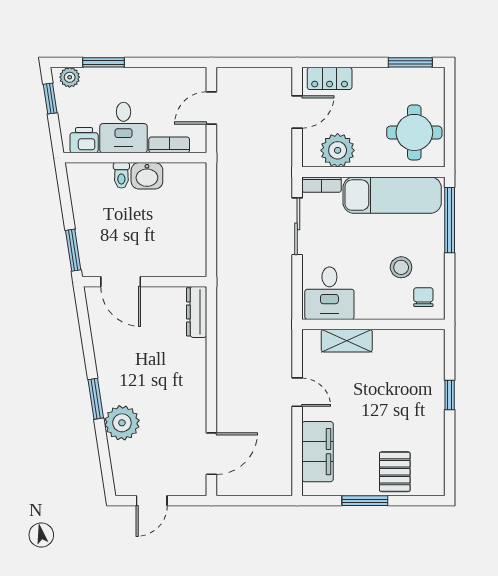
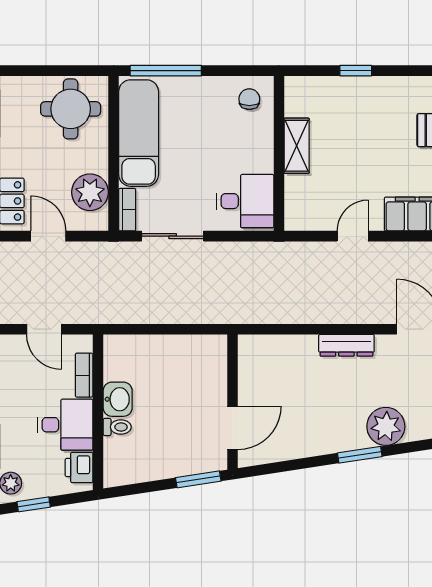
stool: (401, 267) -> (217, 123), removed
chair: (423, 297) -> (249, 99), turned 90
dresser: (197, 312) -> (346, 345), moved
shelving: (347, 341) -> (297, 146), moved

